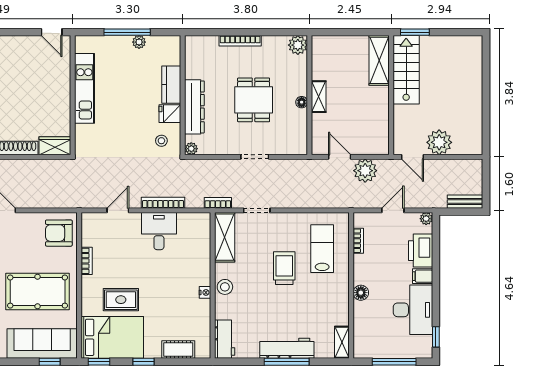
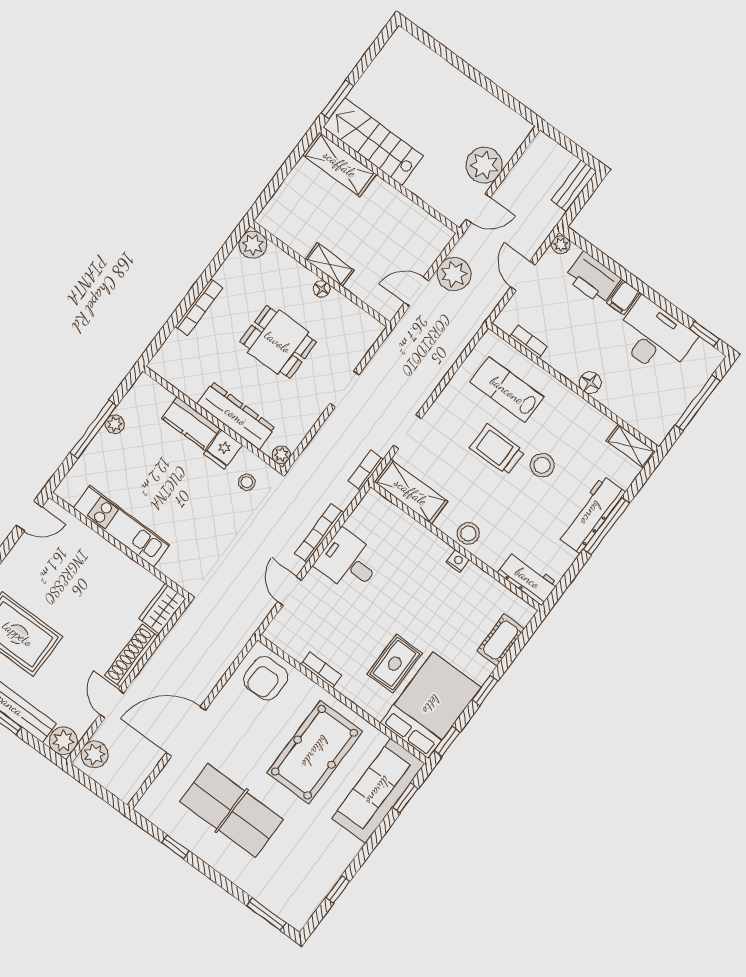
stool: (294, 300) -> (542, 465), added

